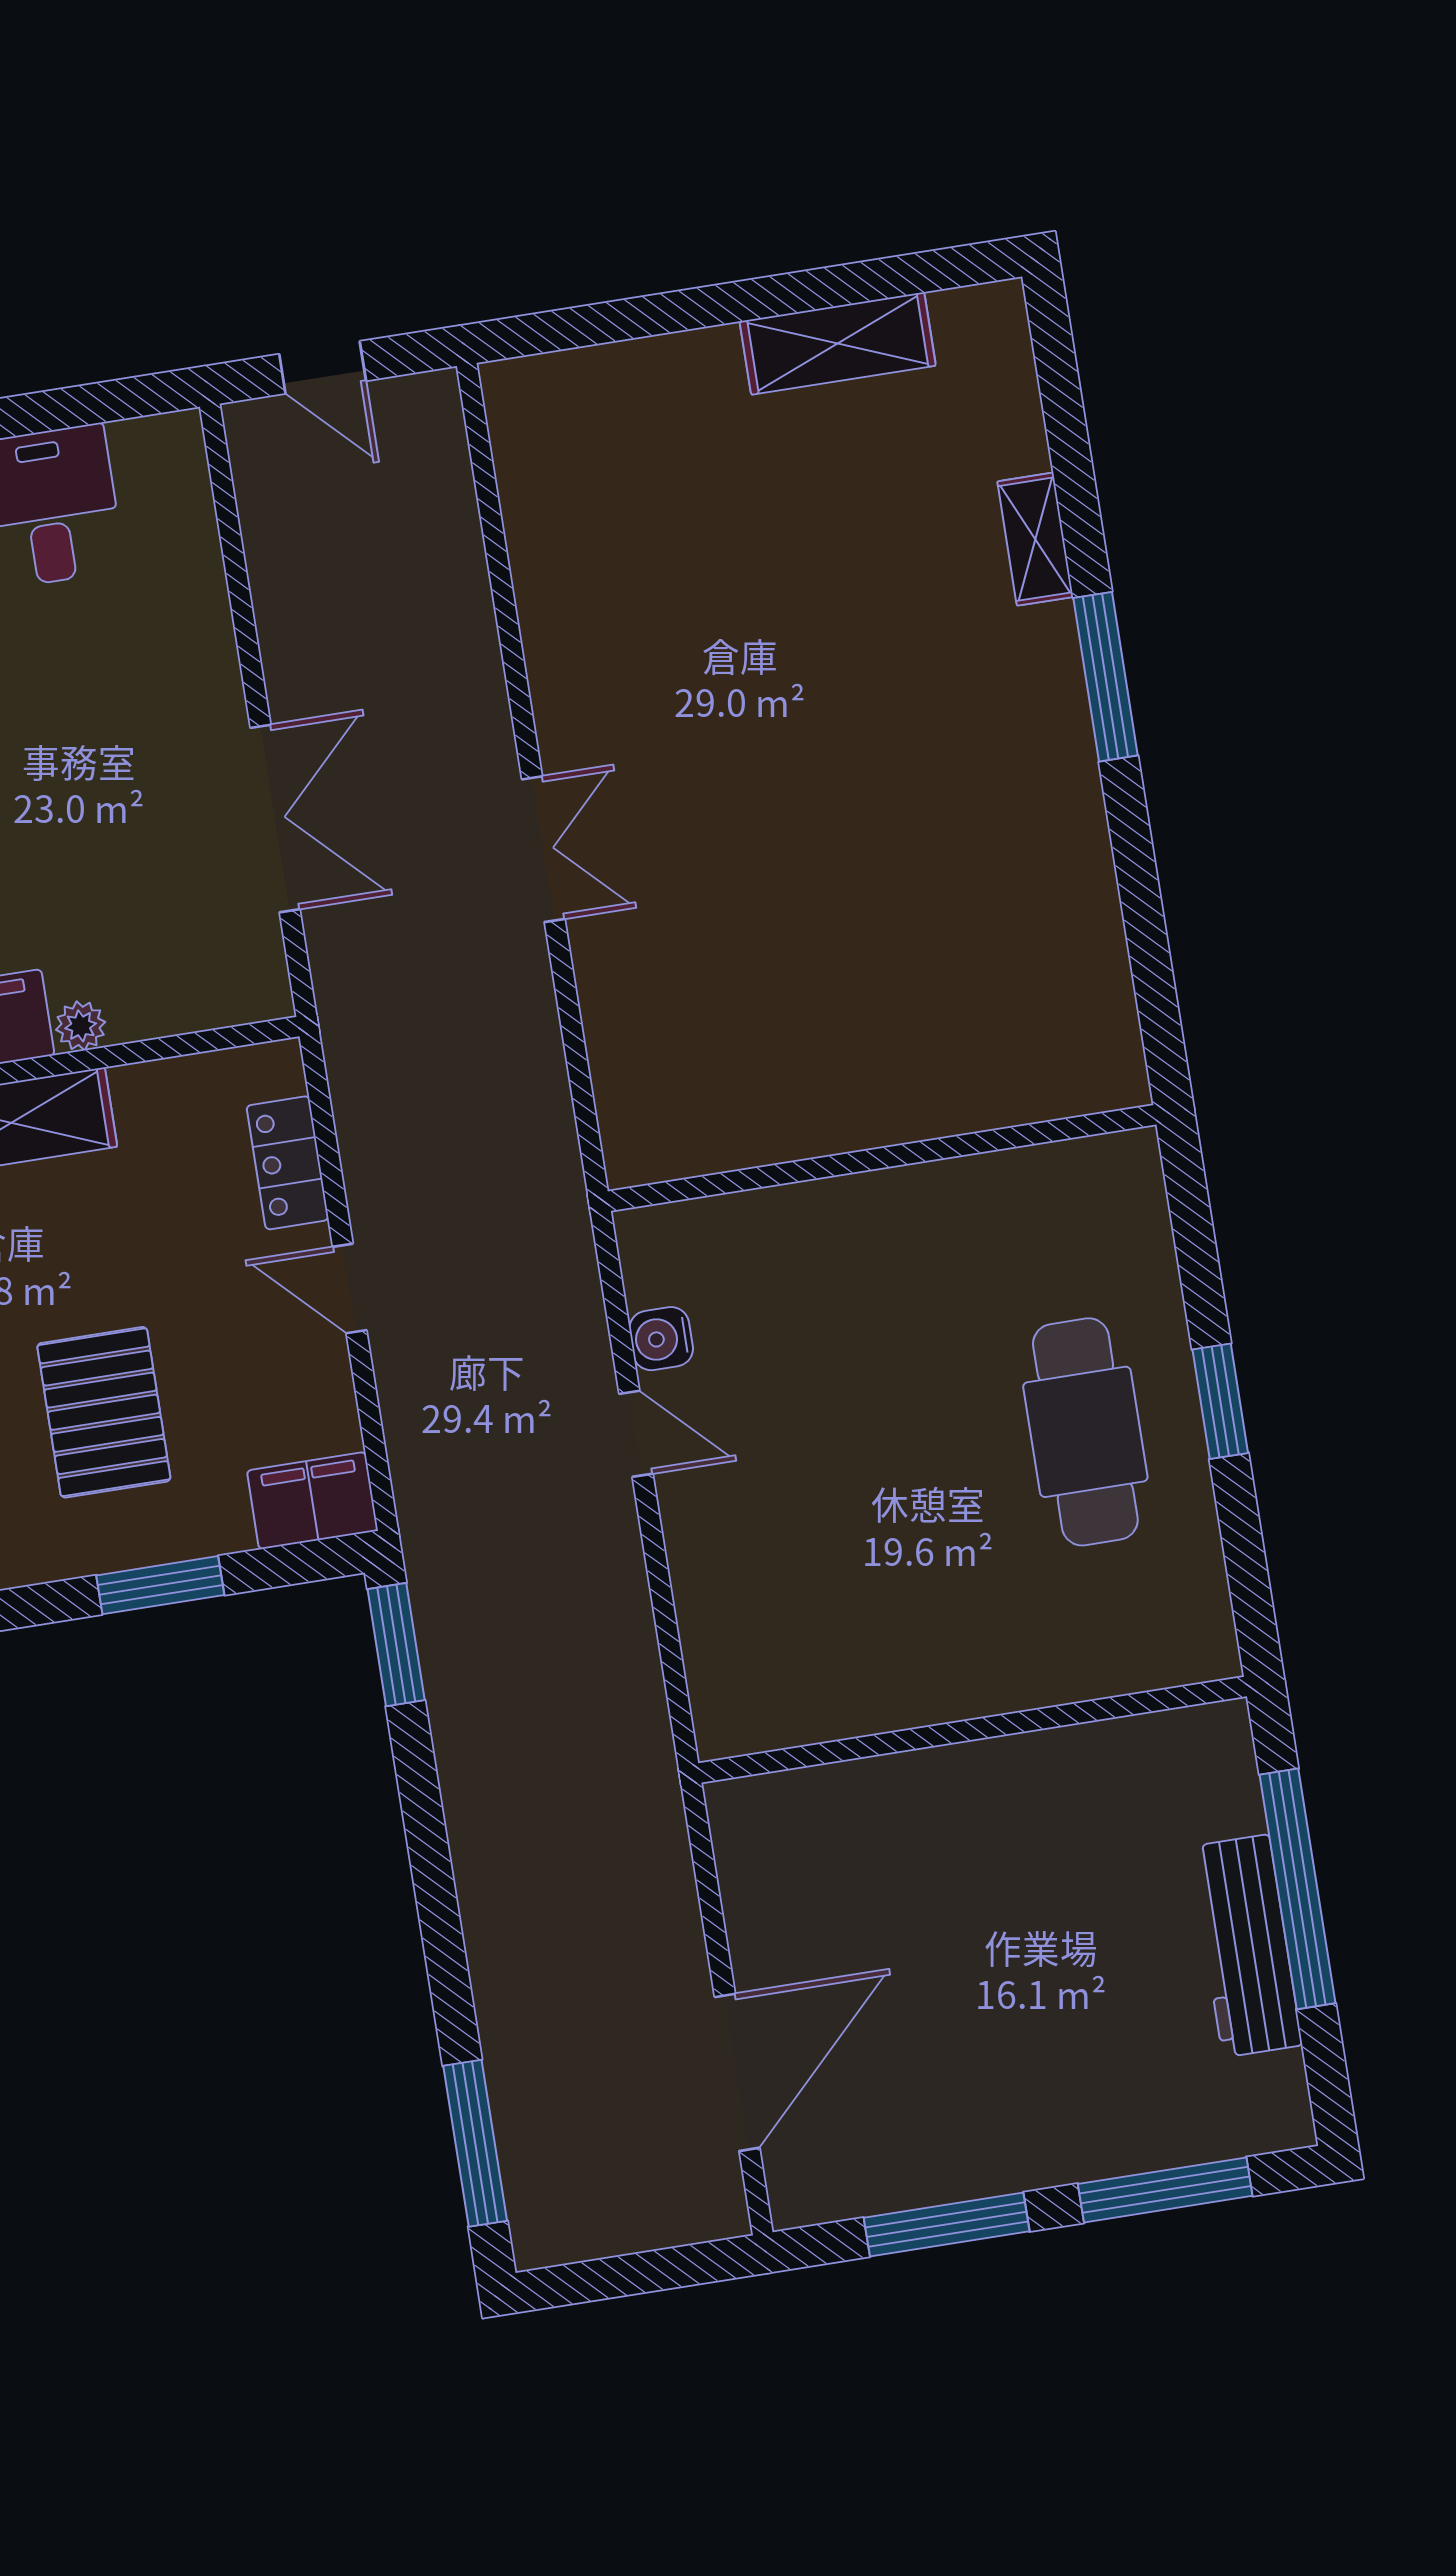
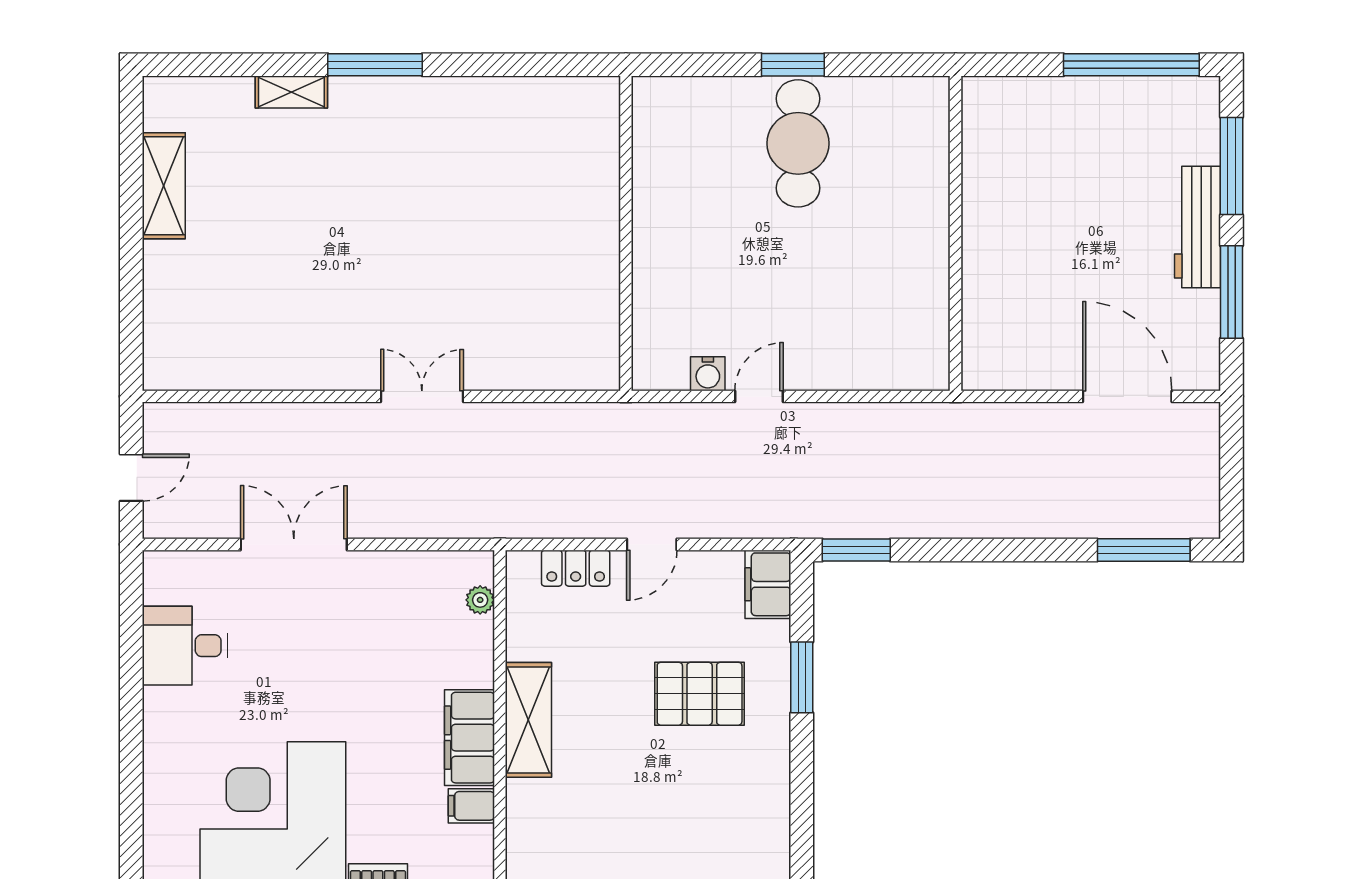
double door: (275, 818) -> (294, 544), moved
plant: (81, 1026) -> (480, 600), moved
cafe table: (1085, 1432) -> (798, 143), turned 90
window: (1297, 1889) -> (1131, 65), moved
workbench: (1246, 1946) -> (1197, 227), moved, turned 90

